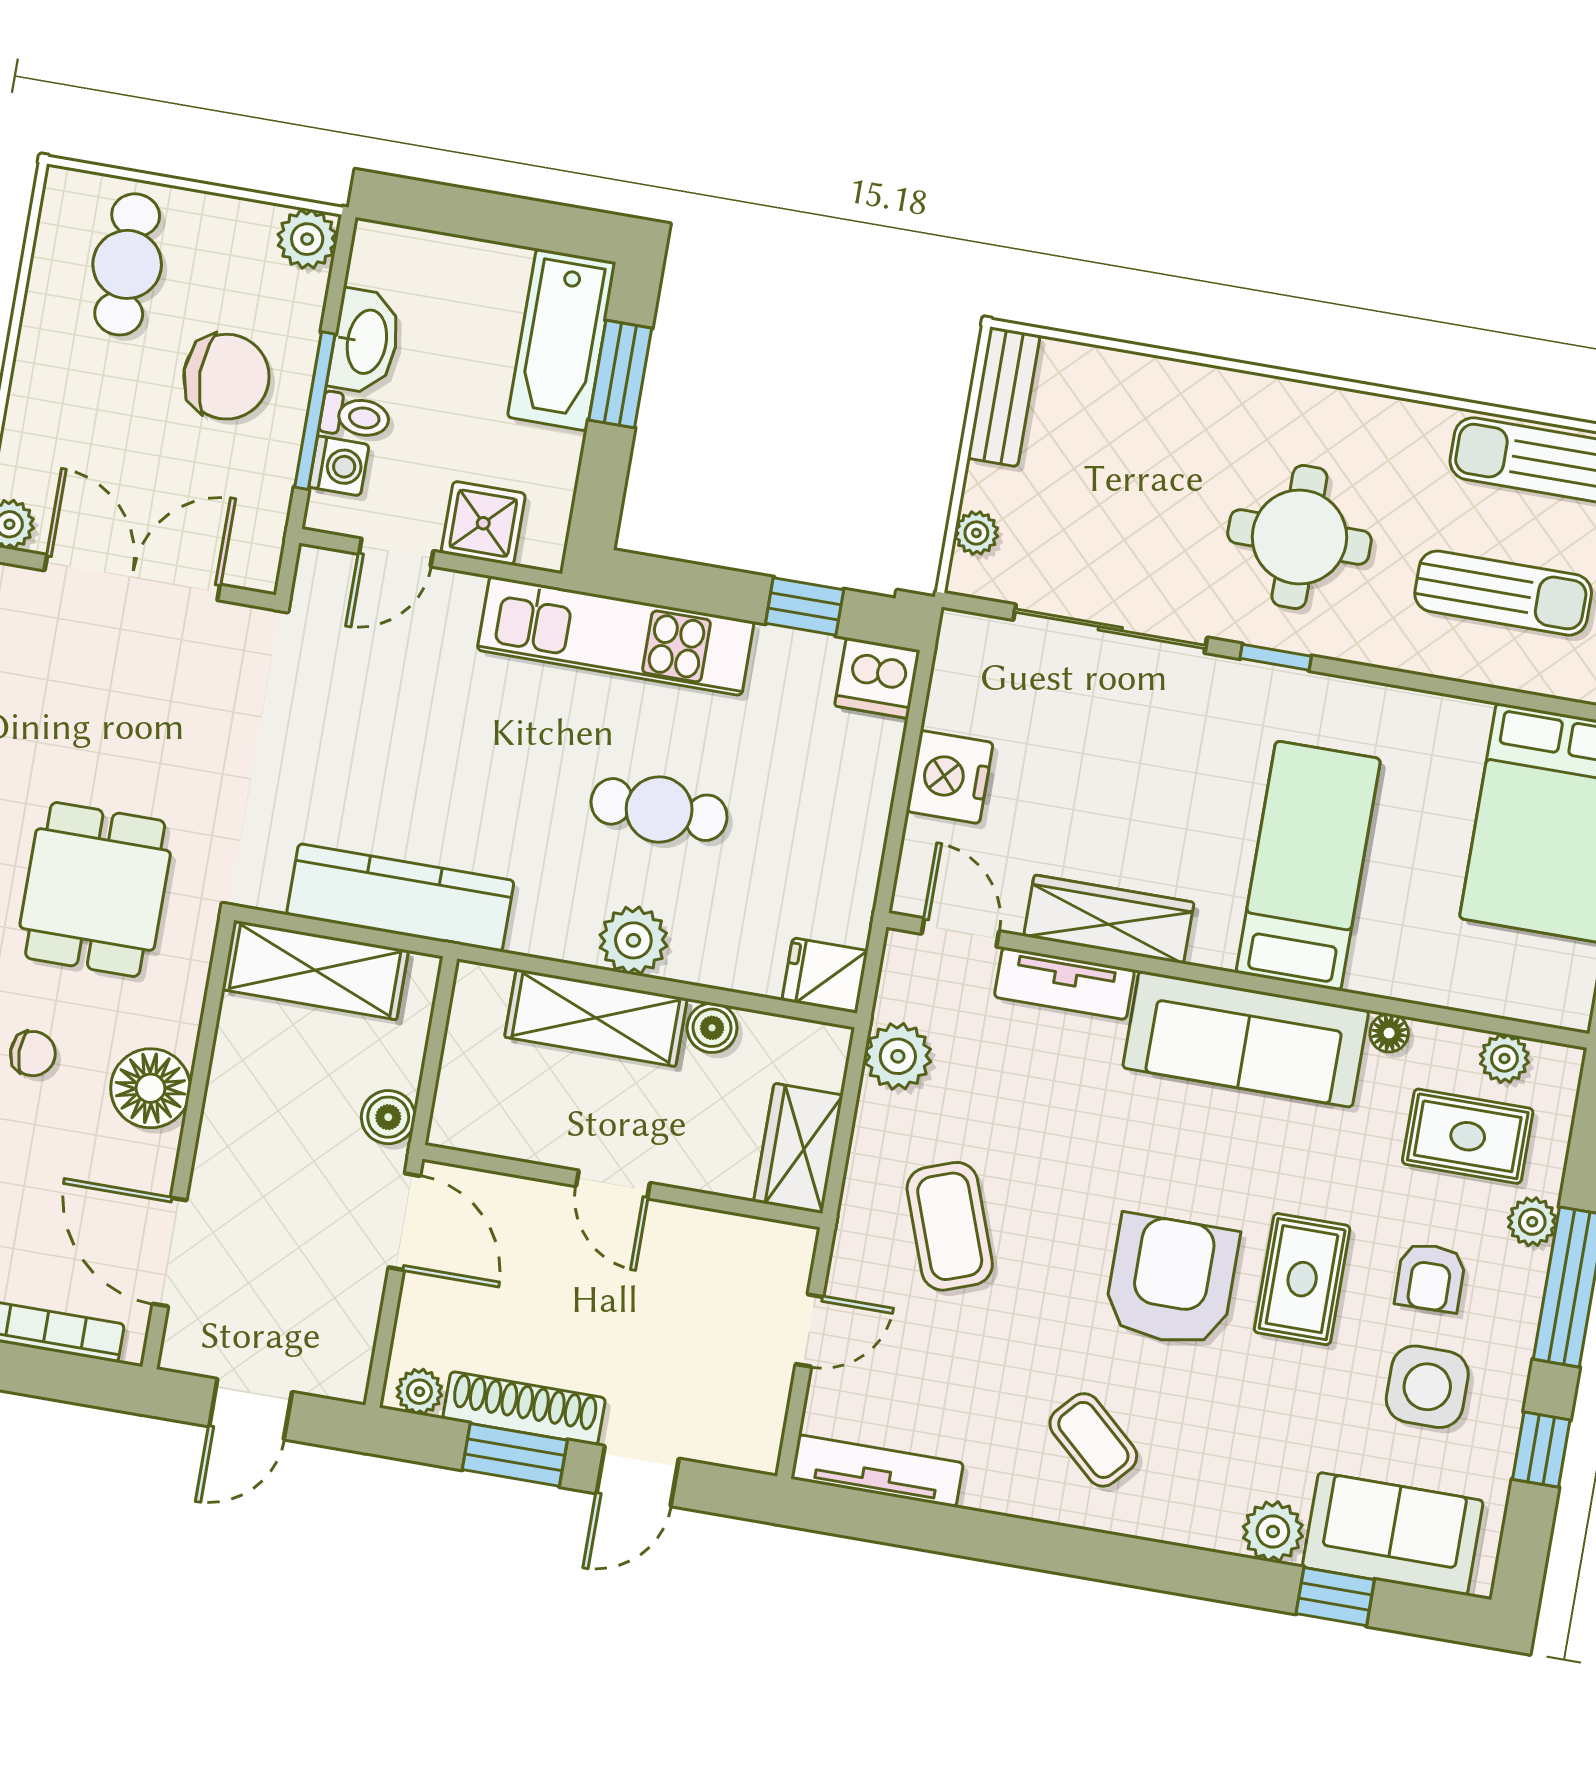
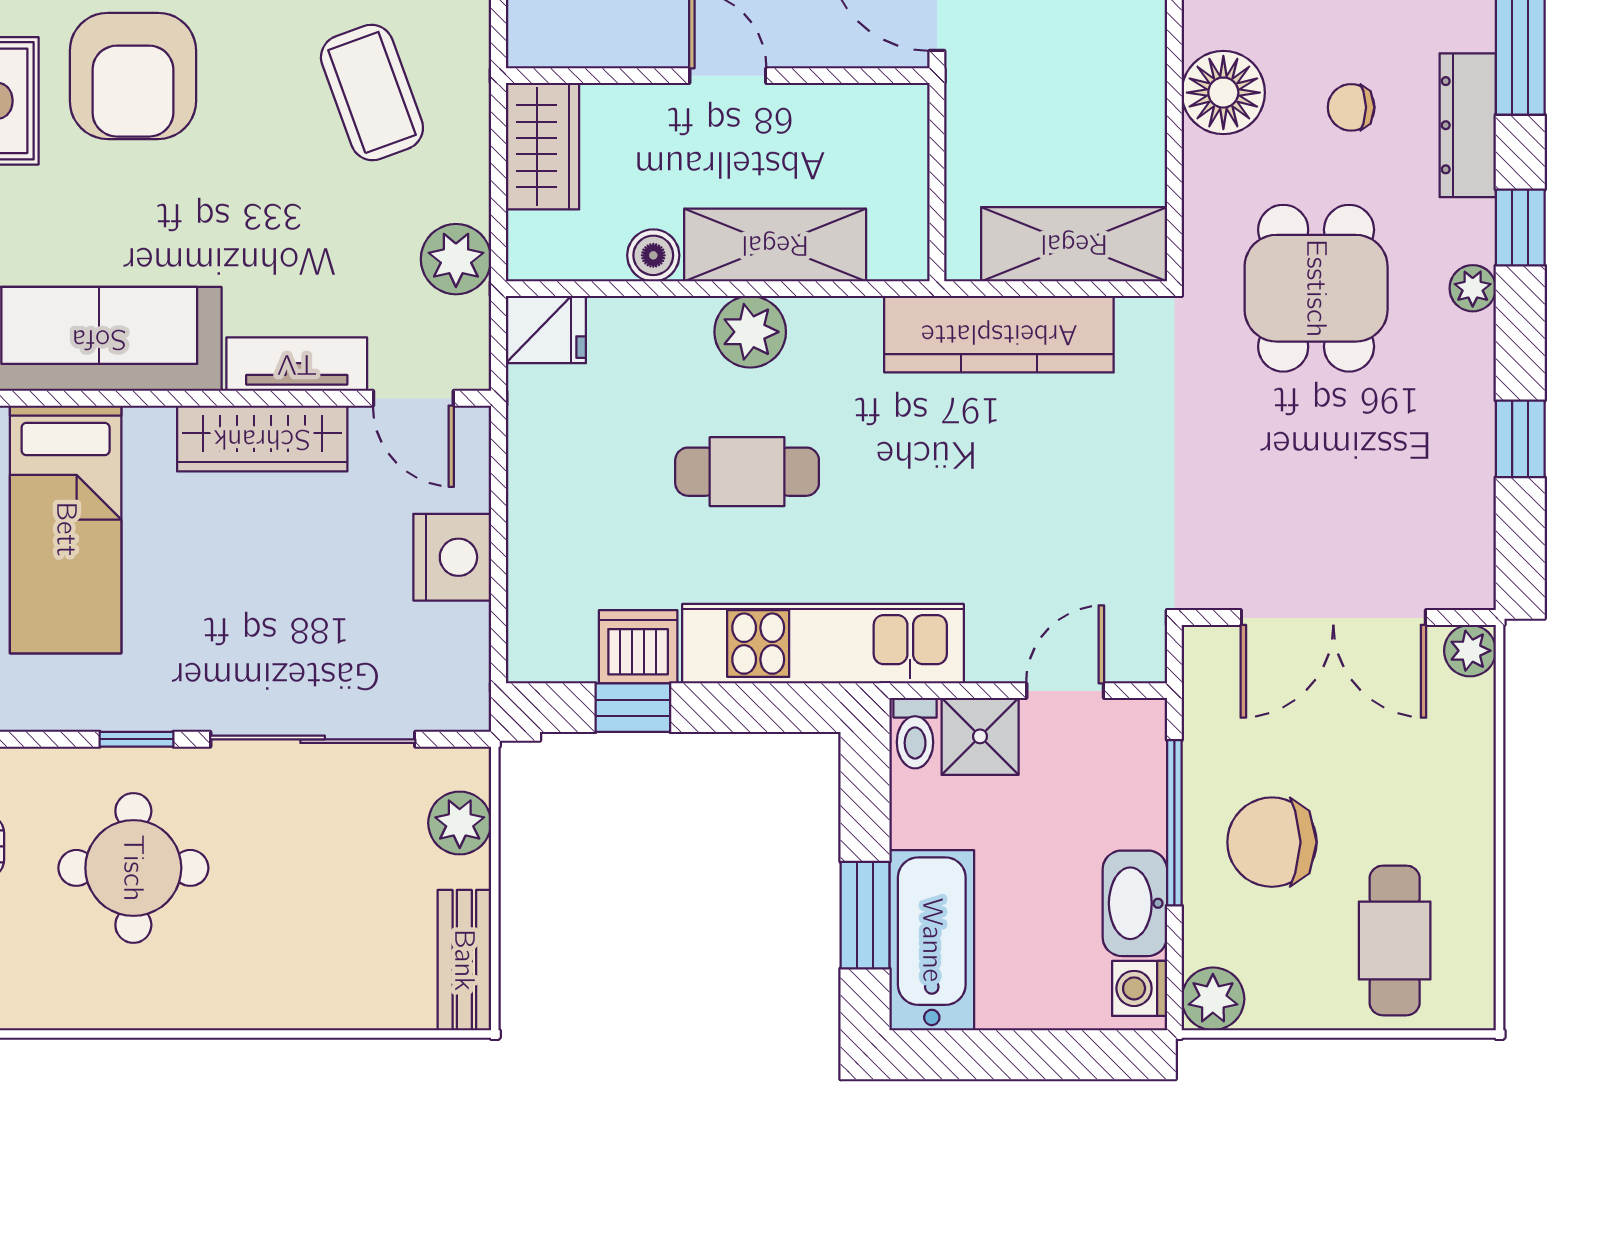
toilet: (355, 416) -> (915, 733), moved, turned -90
washing machine: (339, 466) -> (1140, 988), moved
plant: (976, 533) -> (460, 823), width x1.38, depth x1.38
dishwasher: (877, 678) -> (638, 647), moved
boiler: (388, 1117) -> (972, 105), removed

